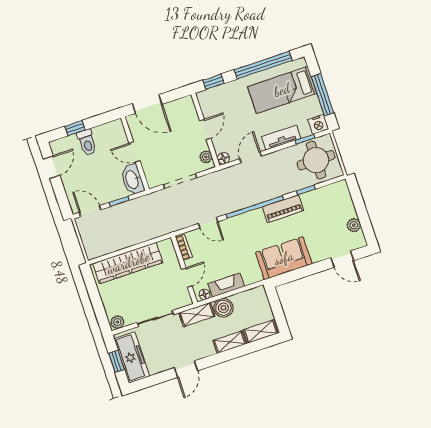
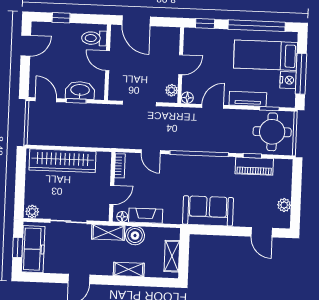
nightstand: (318, 124) -> (288, 80), moved, turned -90
toilet: (87, 142) -> (94, 38), moved, turned 90
washbasin: (132, 180) -> (80, 90), moved, turned 90
piano: (283, 209) -> (254, 166), moved
shelving: (261, 331) -> (172, 256), moved, turned 90

